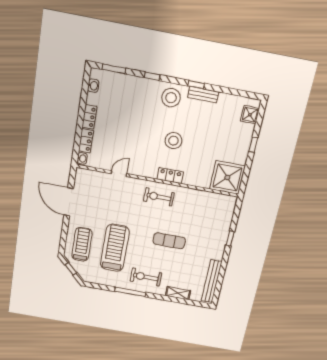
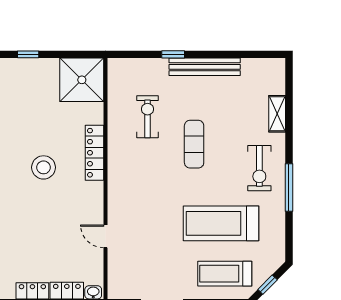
locker: (170, 176) -> (95, 153), width x1.53
exercise bike: (159, 197) -> (148, 117), moved, turned 180
bench: (211, 281) -> (205, 67), moved

